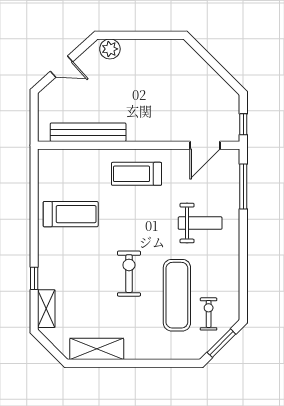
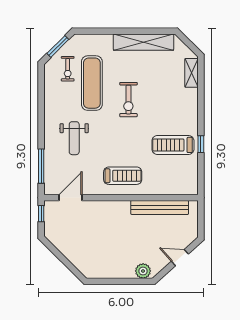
weight bench: (200, 223) -> (74, 138), turned -90
window: (34, 278) -> (201, 144), moved
shelving: (97, 349) -> (144, 42), width x1.47

